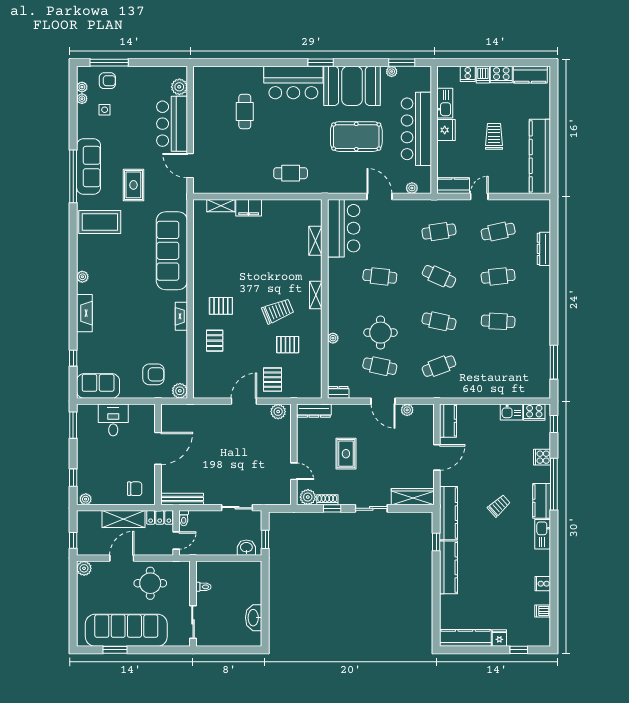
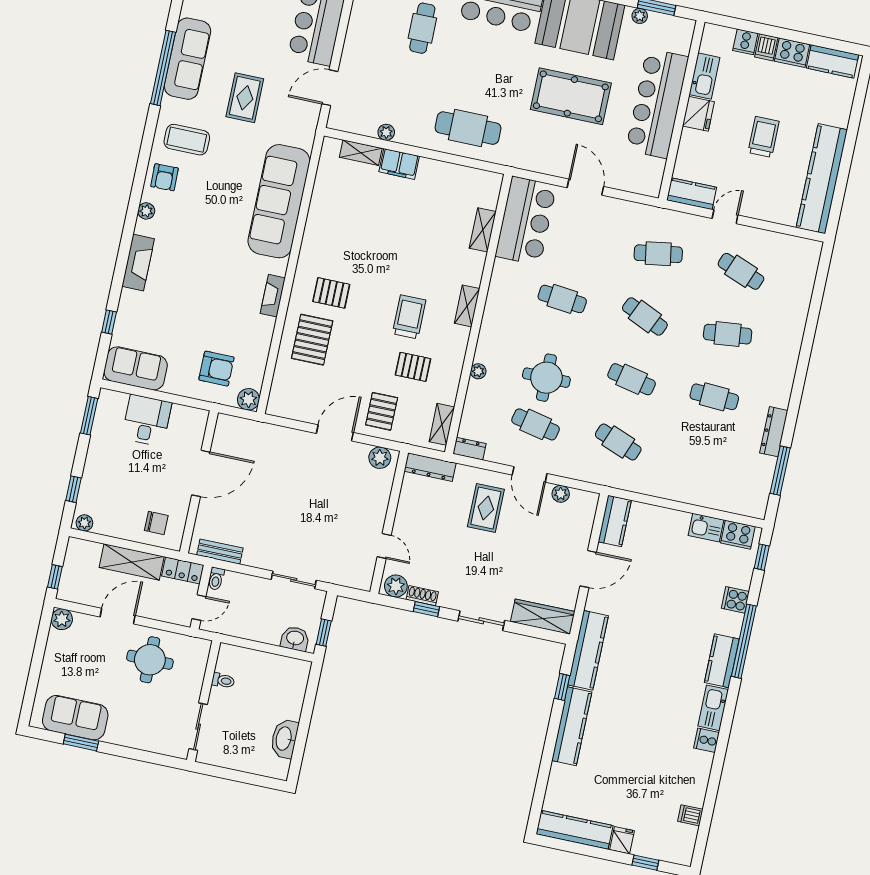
door: (190, 166) -> (330, 88), hinge flipped
cafe table: (291, 173) -> (468, 128), width x1.37, depth x1.35
plant: (412, 188) -> (386, 132), moved
coffee table: (100, 222) -> (187, 140), width x0.73, depth x0.76
cafe table: (498, 232) -> (741, 271), turned 33
dresser: (544, 249) -> (774, 432), moved
armchair: (90, 251) -> (164, 177), added
trolley: (278, 311) -> (409, 317), turned -68
pallet: (215, 341) -> (312, 340), width x1.50, depth x1.42
cafe table: (439, 366) -> (618, 442), turned 42
shelving: (316, 380) -> (442, 424), added
rug: (346, 454) -> (486, 508), moved
bench: (182, 499) -> (220, 552), width x0.73
trolley: (499, 506) -> (661, 655), removed
cooker: (543, 584) -> (706, 740), moved
sofa: (126, 630) -> (75, 718), width x0.54, depth x0.79

